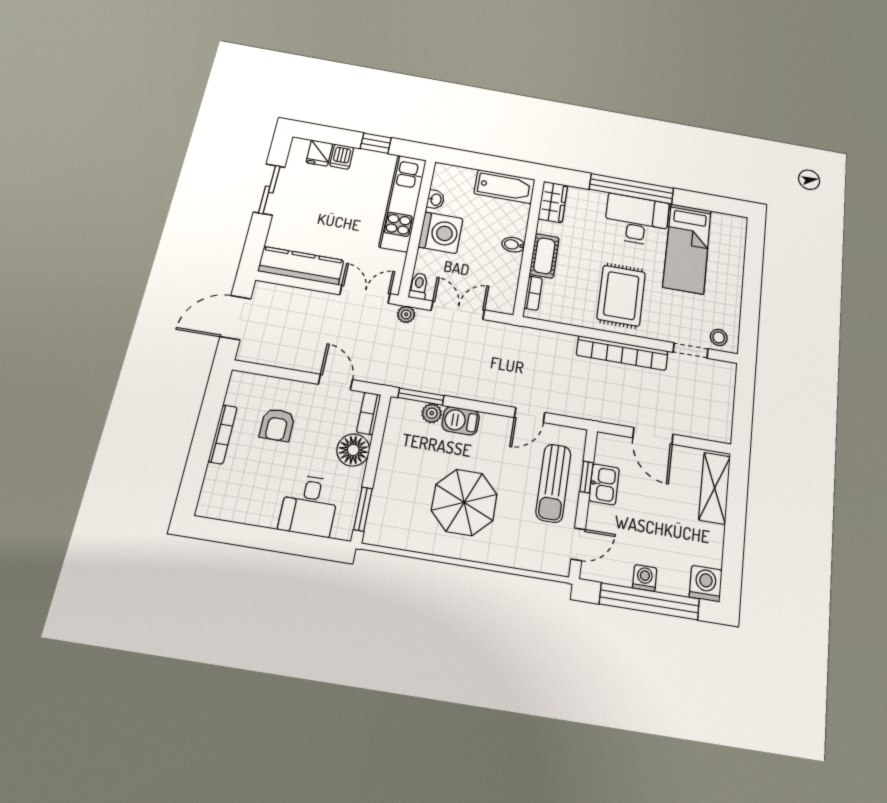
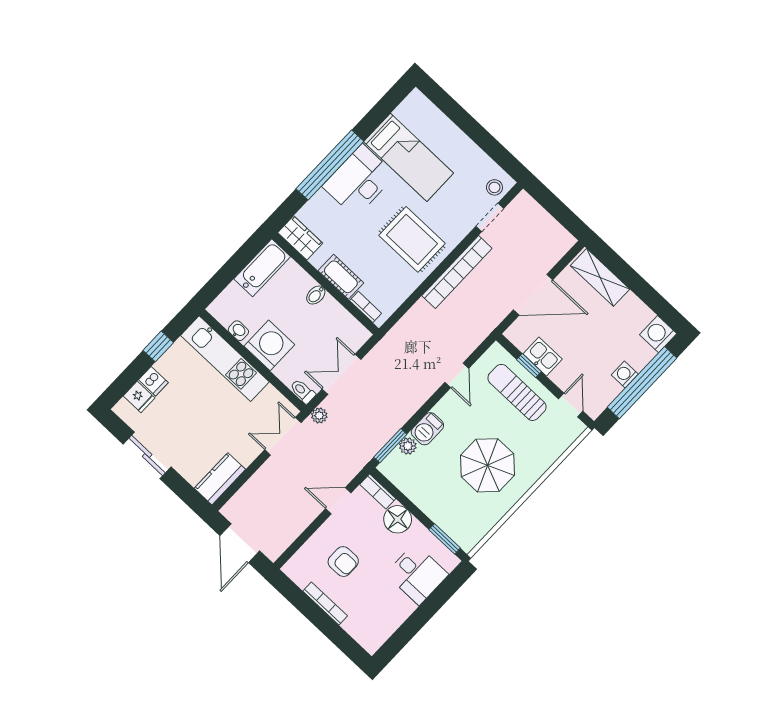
kitchen counter: (301, 266) -> (220, 479), width x0.67
door: (653, 436) -> (533, 295), width x1.36
sun lounger: (553, 483) -> (517, 392), turned 180

